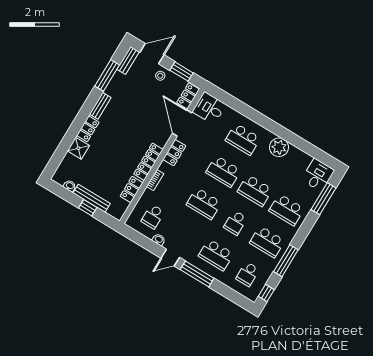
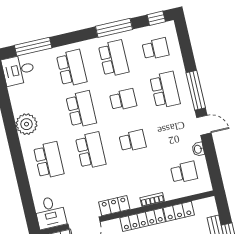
school desk: (204, 204) -> (133, 141), width x0.54

